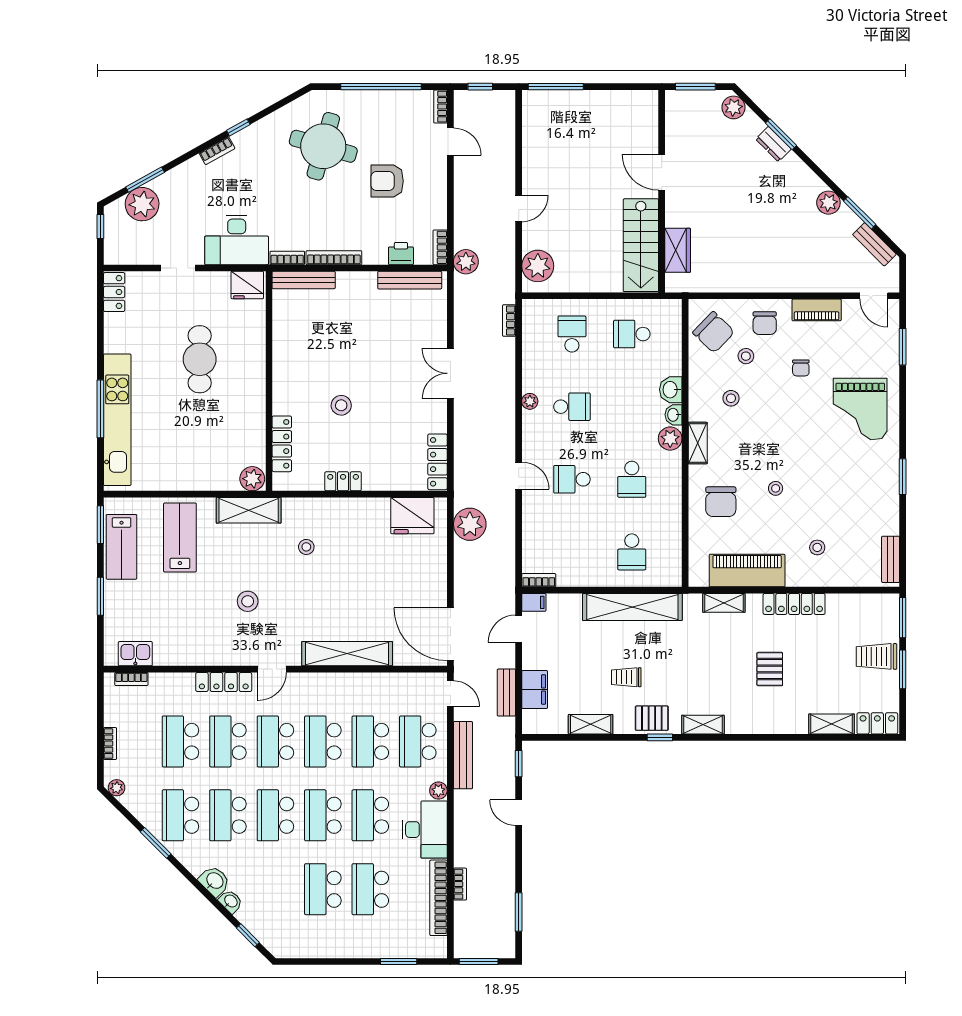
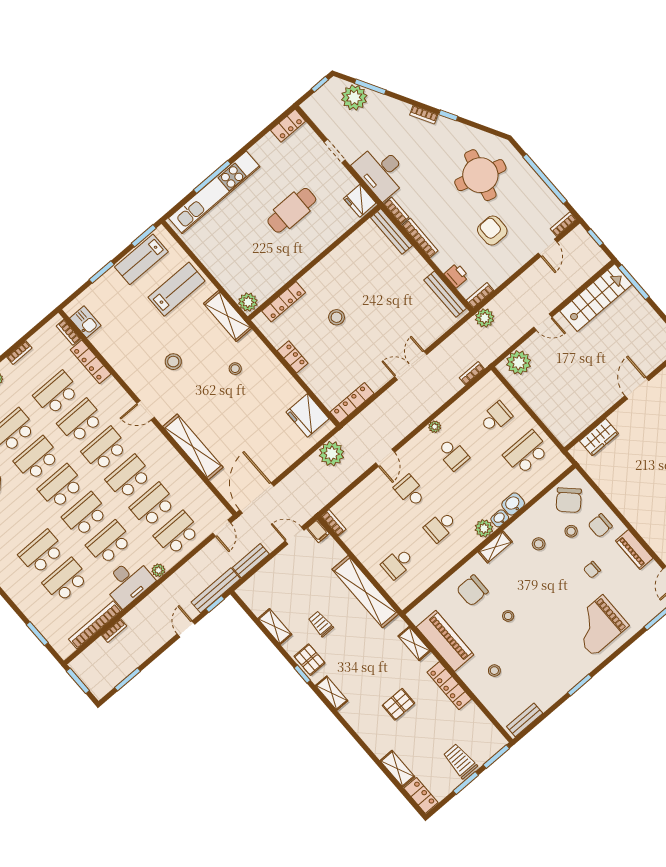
stairs: (641, 245) -> (596, 298), moved, turned 180
school desk: (632, 334) -> (526, 453), width x1.85
locker: (224, 682) -> (91, 362), moved
filing cabinet: (535, 689) -> (267, 576), removed
bench: (463, 755) -> (216, 590), moved

